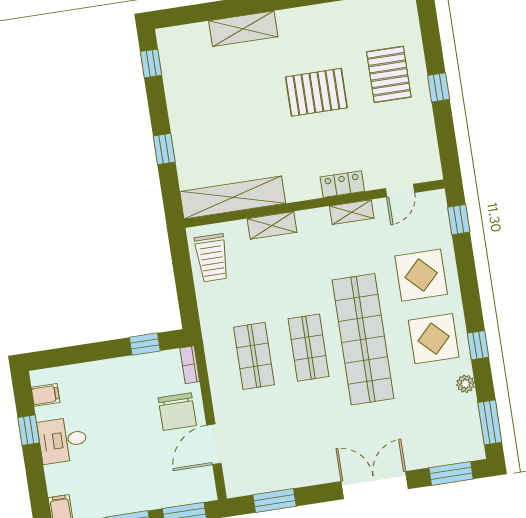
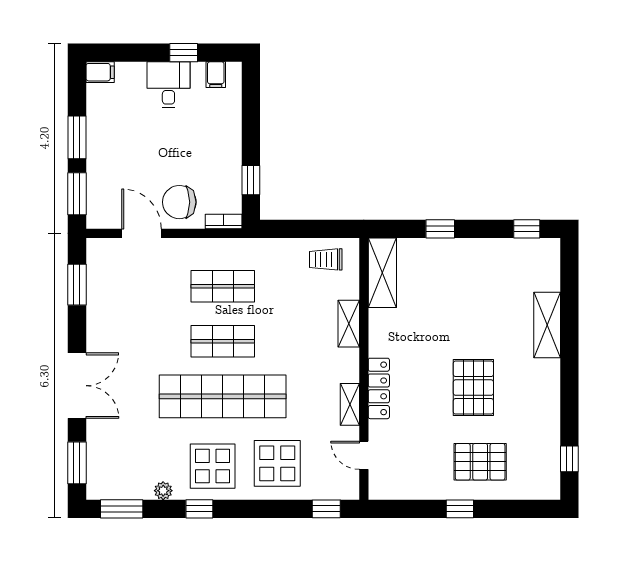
locker: (342, 184) -> (379, 388), width x1.53
shelving: (233, 197) -> (382, 273), width x0.68
trolley: (212, 258) -> (326, 259), width x0.73, depth x0.72

